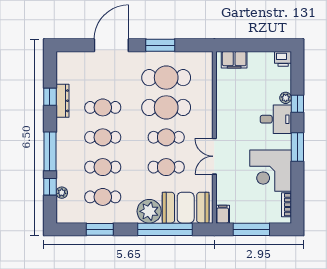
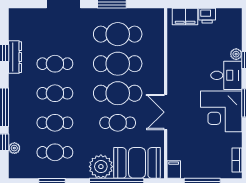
printer: (283, 59) -> (207, 16), moved
cafe table: (166, 137) -> (118, 93), width x1.37, depth x1.35
corner desk: (271, 171) -> (221, 111), moved

